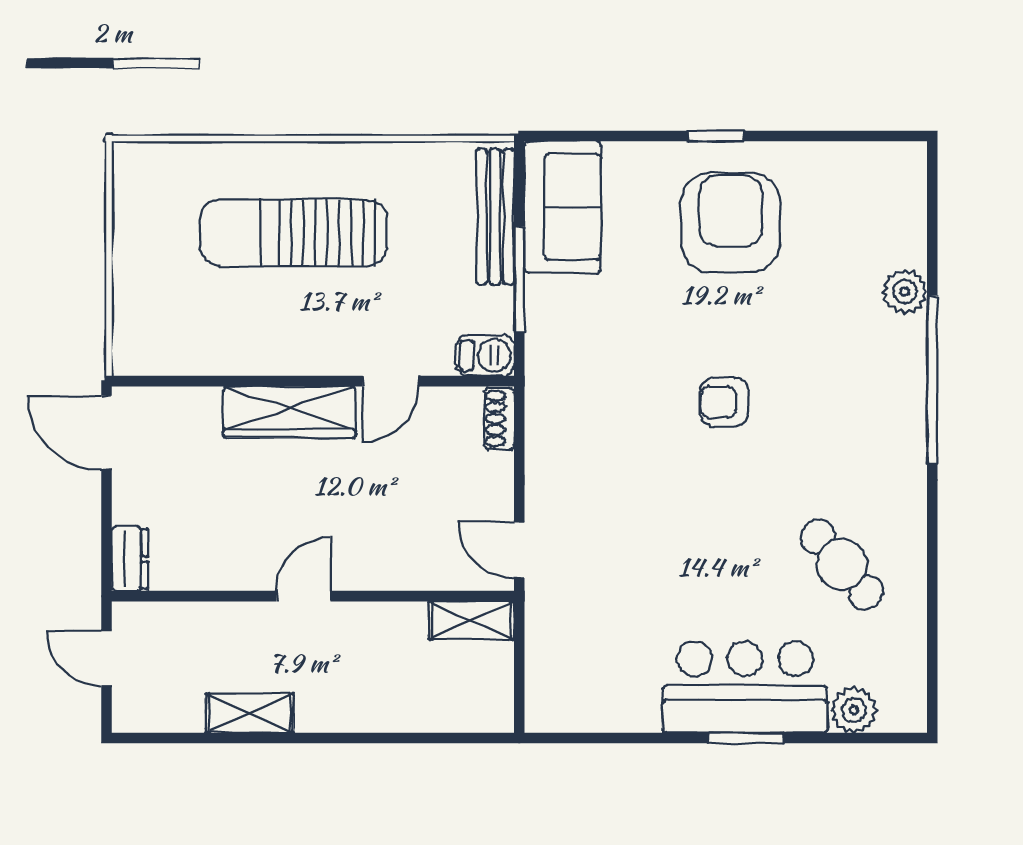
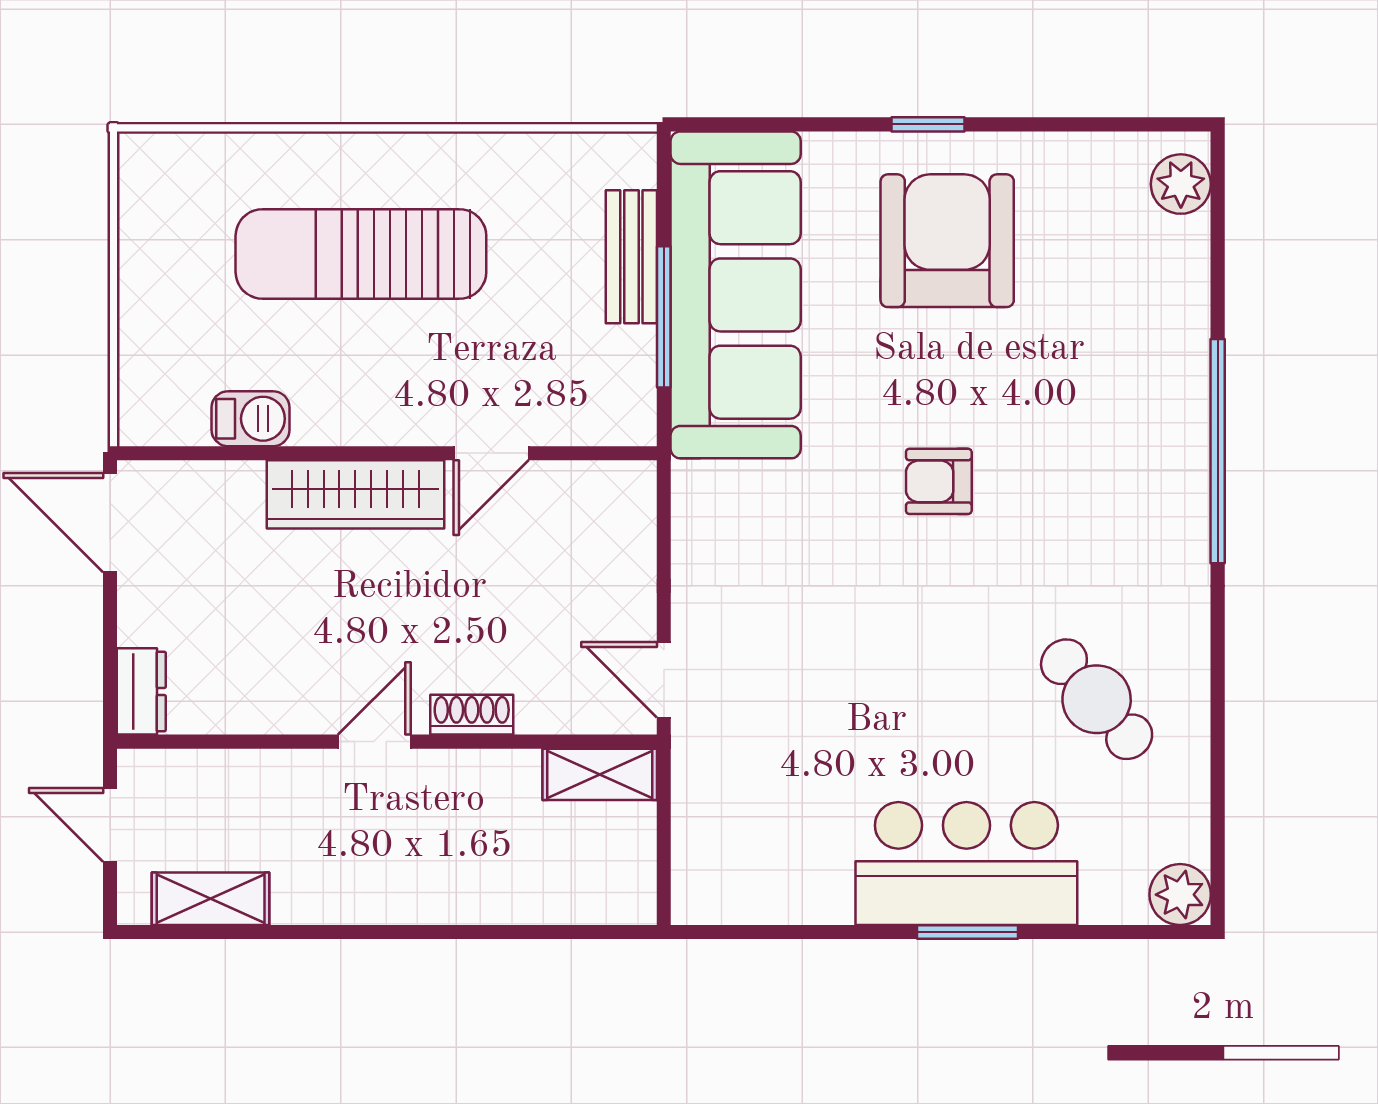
sofa: (563, 207) -> (736, 295), width x1.85, depth x1.27
bench: (495, 217) -> (631, 257), width x0.73
plant: (905, 291) -> (1181, 184), moved
barbecue: (485, 355) -> (251, 419), moved
shoe rack: (499, 419) -> (472, 715), moved, turned 90
plant: (854, 710) -> (1180, 895), moved
shelving: (250, 713) -> (211, 899), moved

